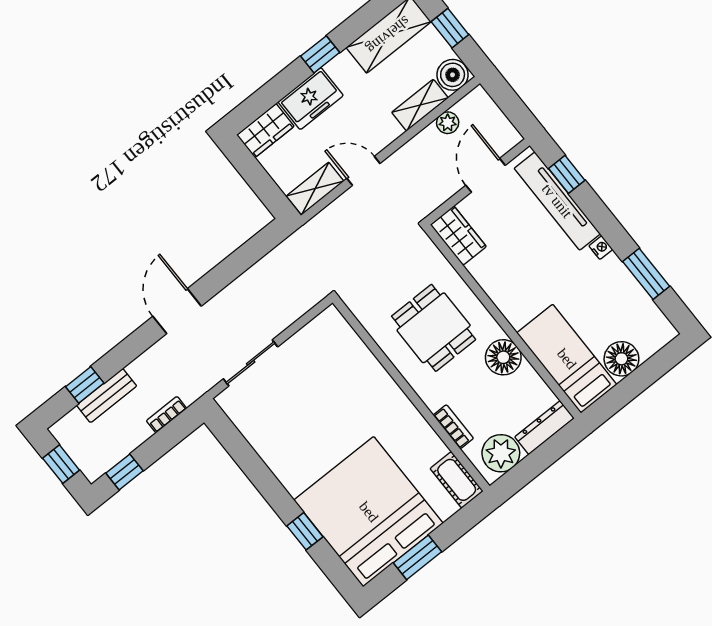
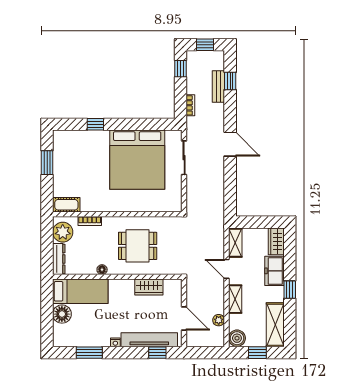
shelving: (420, 105) -> (235, 299), moved
door: (363, 171) -> (227, 269), swing flipped
wardrobe: (458, 236) -> (149, 287), moved
floor lamp: (503, 357) -> (102, 270), width x0.53, depth x0.53
bed: (369, 512) -> (137, 160), moved, turned 90

